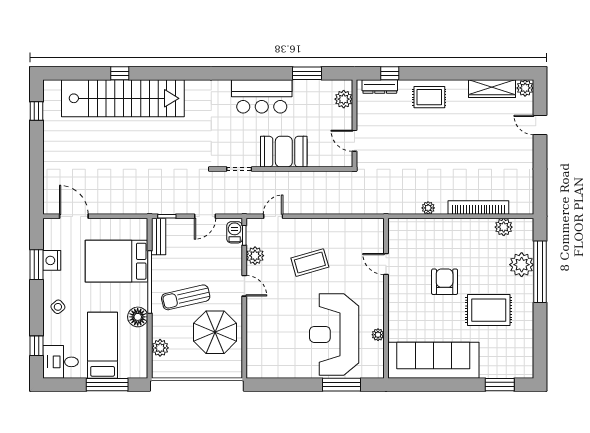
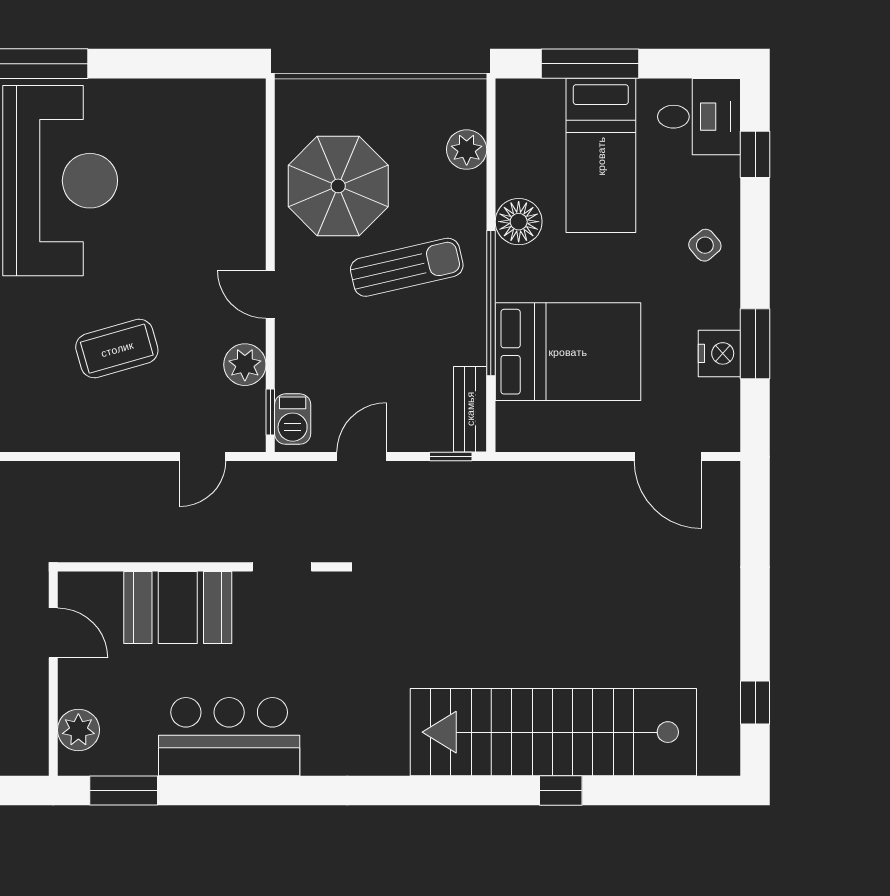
plant: (344, 99) -> (78, 730), moved
wall: (354, 123) -> (53, 674), moved
door: (354, 141) -> (53, 633), moved

